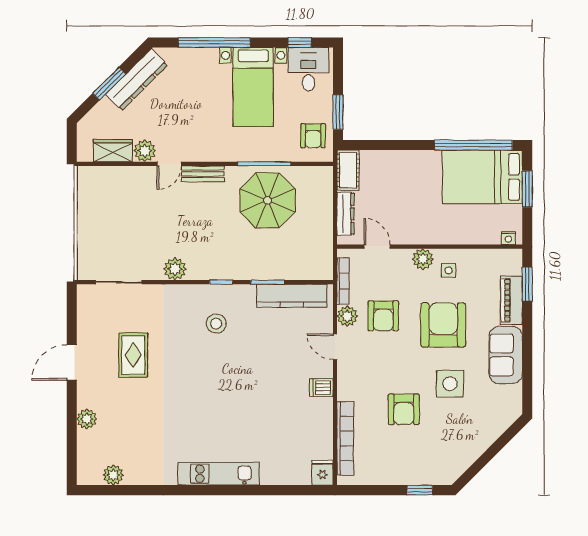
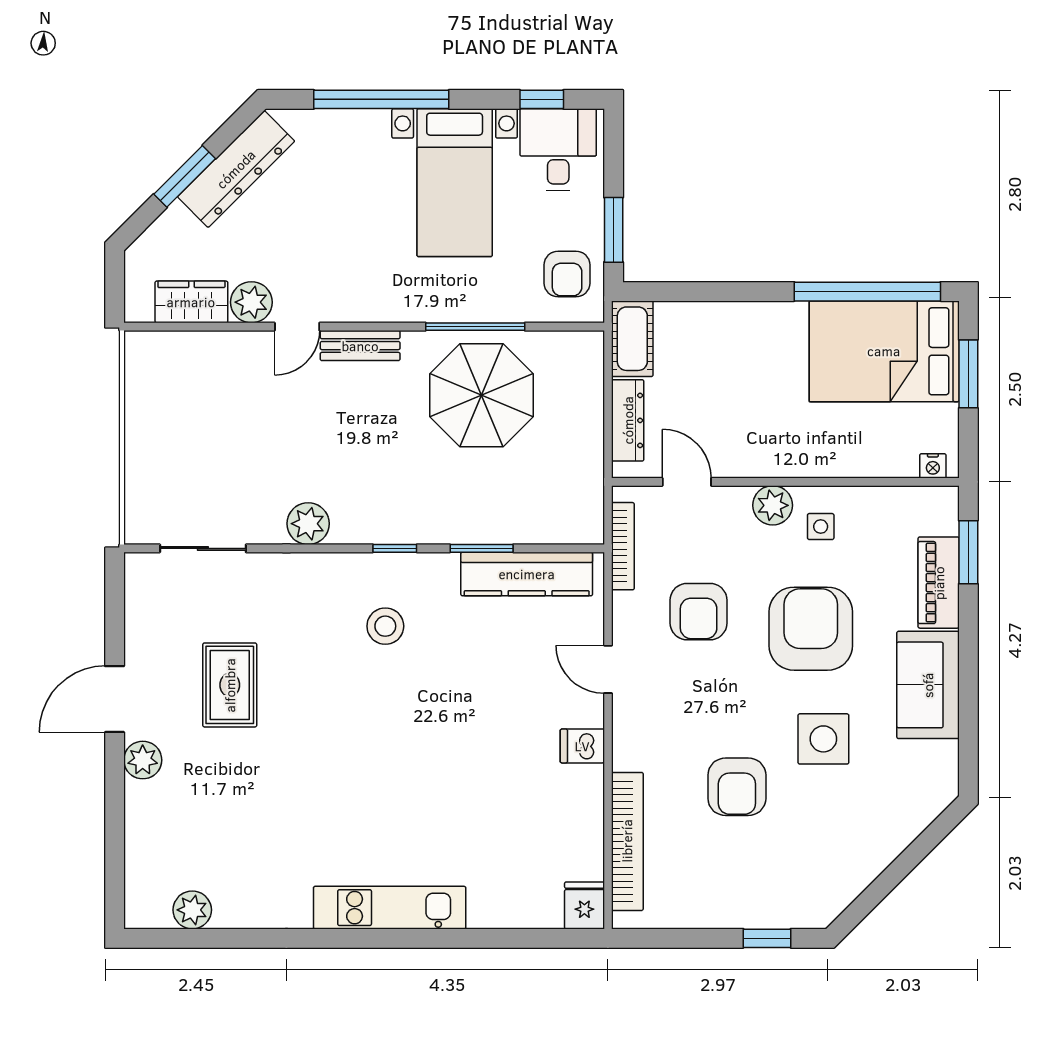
plant: (347, 316) -> (631, 612), removed
plant: (87, 419) -> (143, 760), moved

